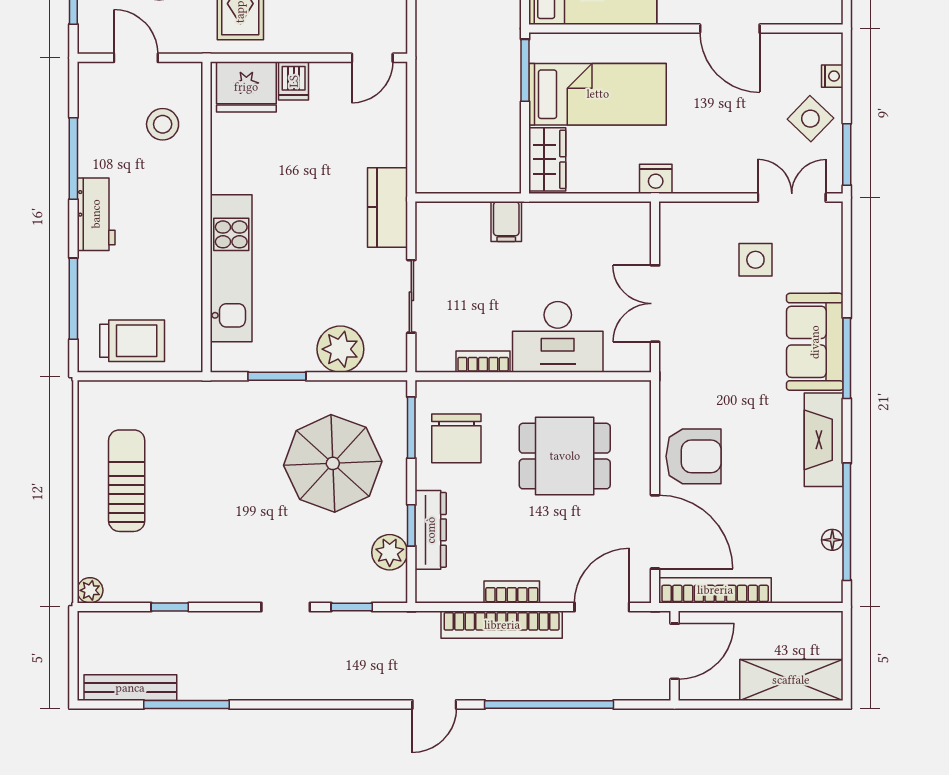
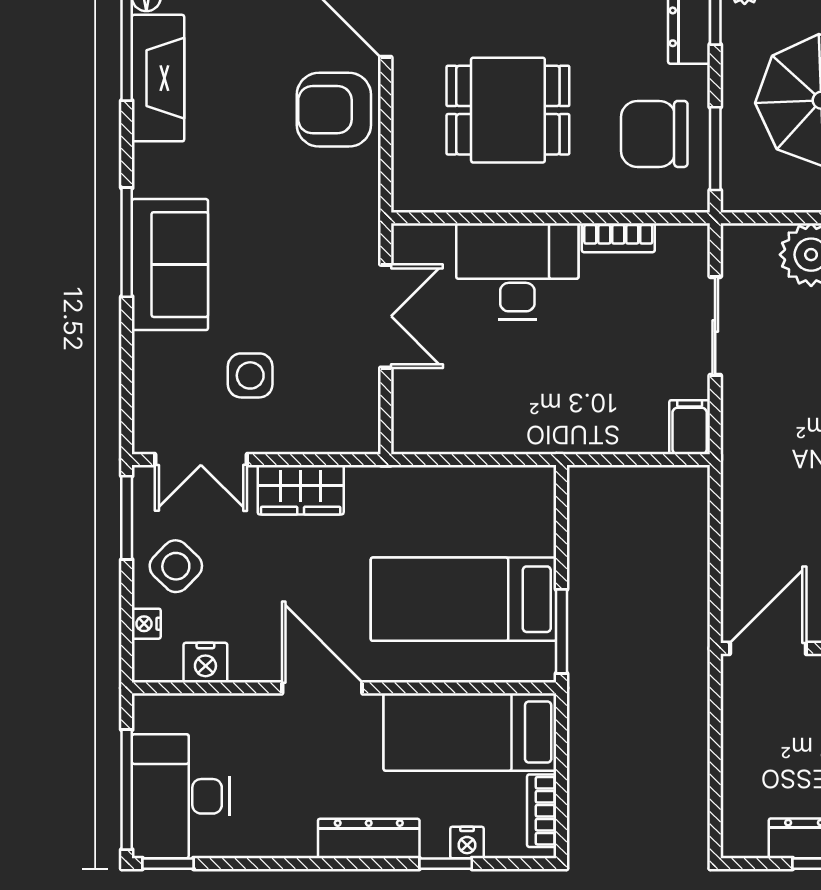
door: (730, 29) -> (322, 688), moved
door: (372, 58) -> (768, 648), width x1.38
wardrobe: (547, 159) -> (301, 490), moved, turned -90
nightstand: (656, 179) -> (205, 663), moved, turned 180
kitchen counter: (388, 207) -> (747, 446), removed
filing cabinet: (506, 221) -> (690, 427), moved
chair: (456, 438) -> (654, 134), turned -90
fireplace: (824, 440) -> (158, 78), moved

